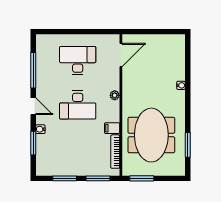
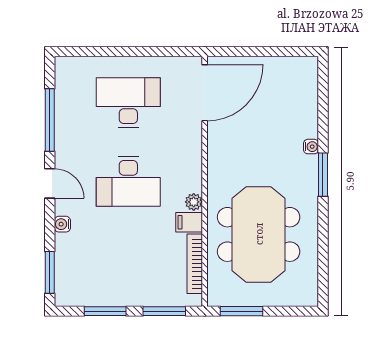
door: (121, 55) -> (205, 93), width x1.36
plant: (115, 95) -> (194, 202), moved
window: (33, 143) -> (50, 272), moved
window: (188, 145) -> (323, 175), moved

